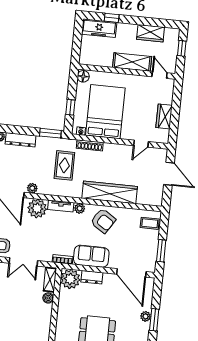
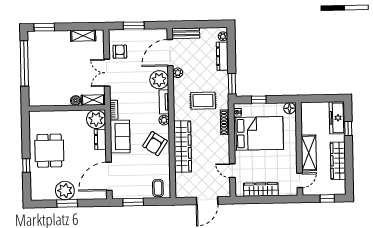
wardrobe: (151, 33) -> (338, 161), width x1.50
wardrobe: (164, 116) -> (261, 190), width x1.50
plant: (146, 316) -> (65, 191), width x1.88, depth x1.88

